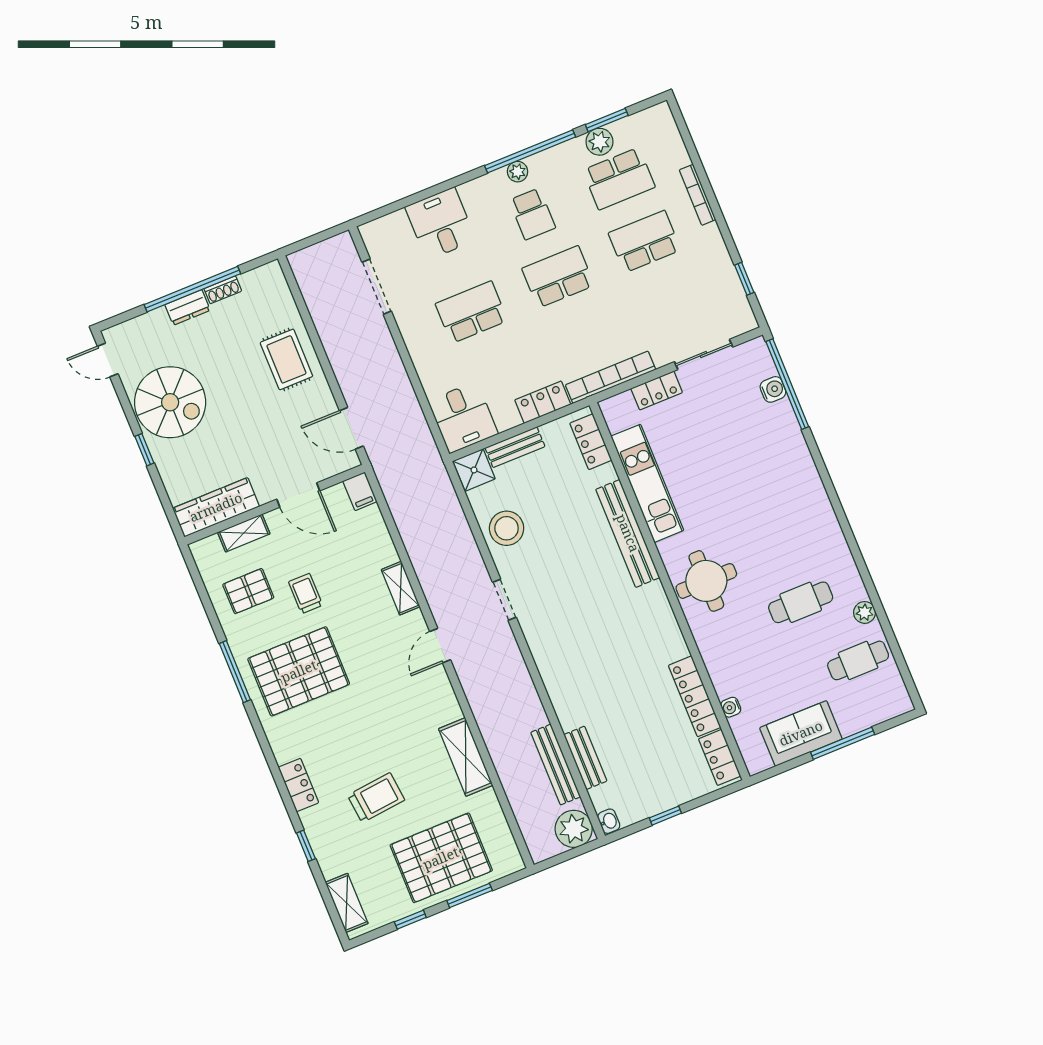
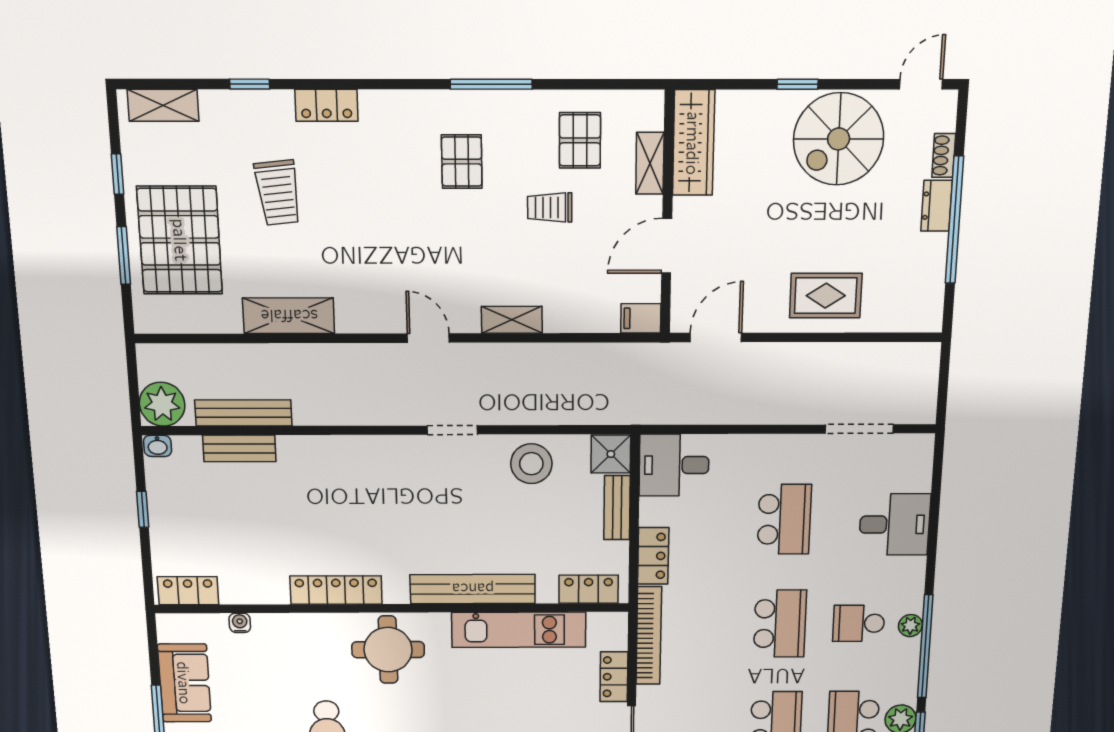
shoe rack: (223, 290) -> (944, 155), moved
trolley: (306, 594) -> (550, 207), turned 180
pallet: (299, 671) -> (462, 162), width x0.49, depth x0.50
locker: (695, 696) -> (336, 590), moved

